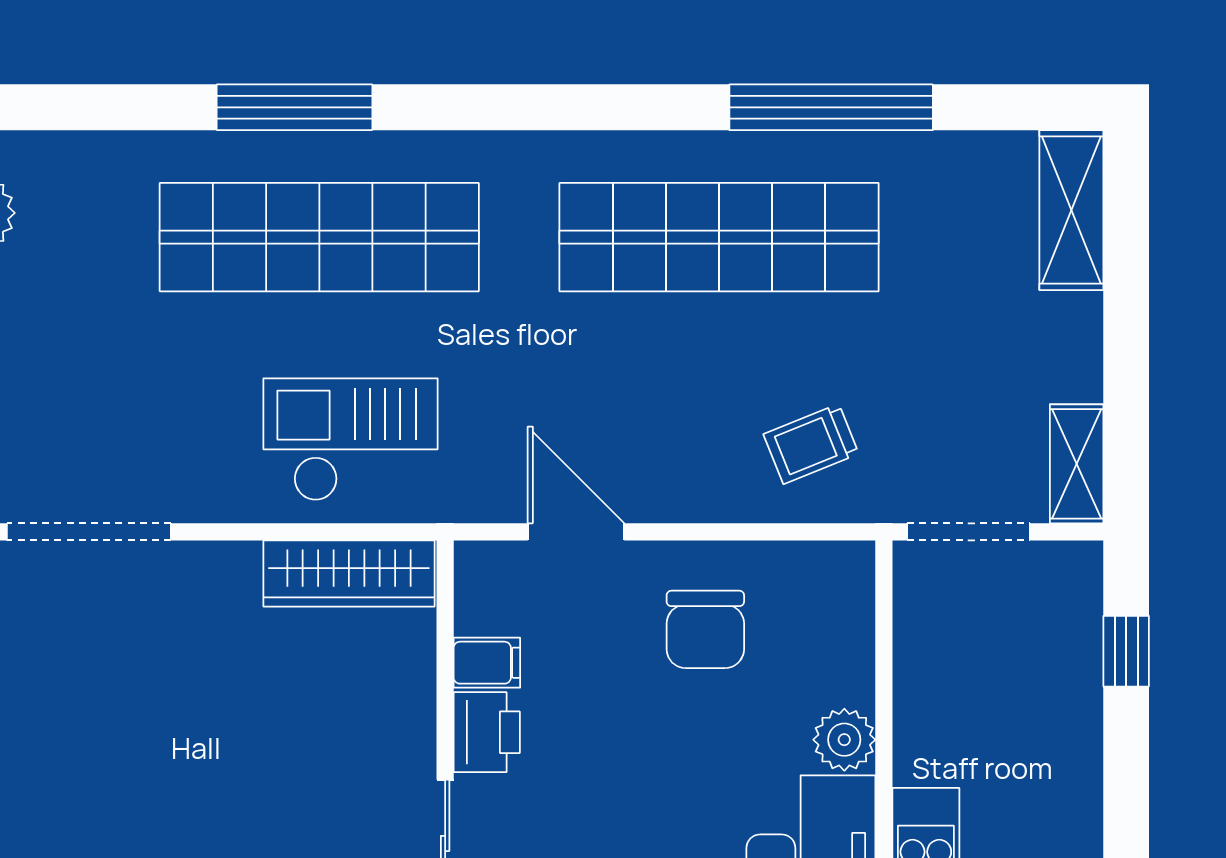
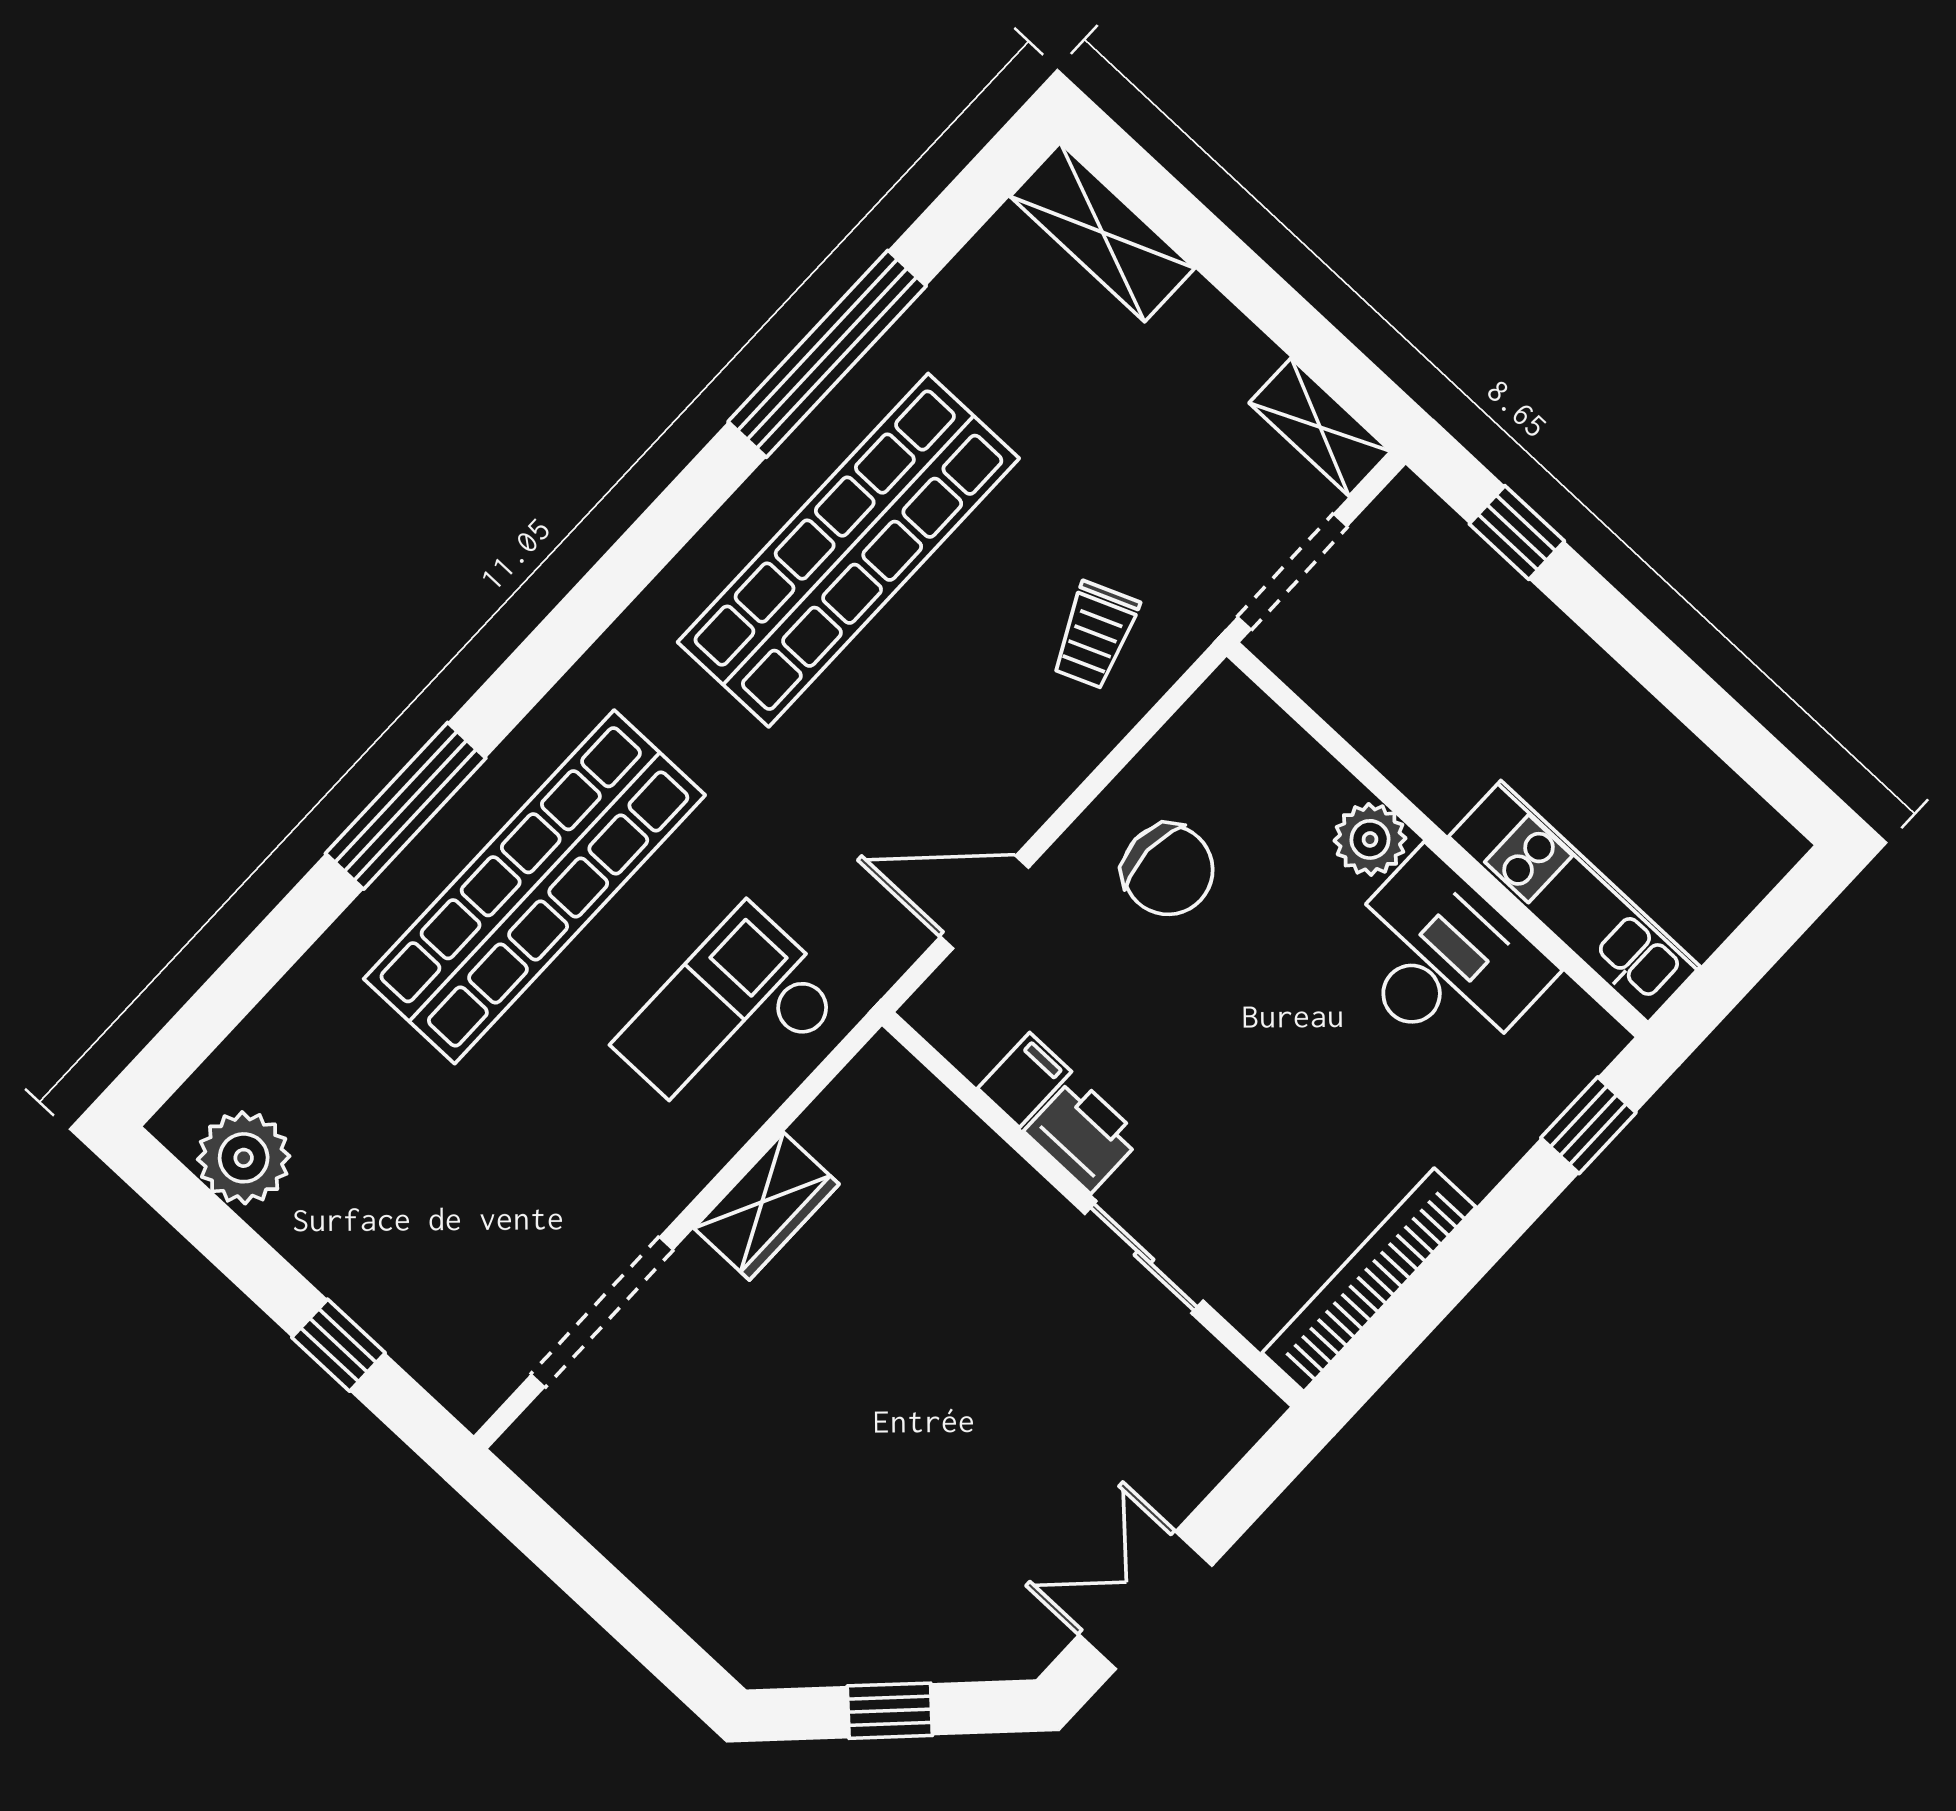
wardrobe: (349, 573) -> (766, 1206), moved, width x0.67

